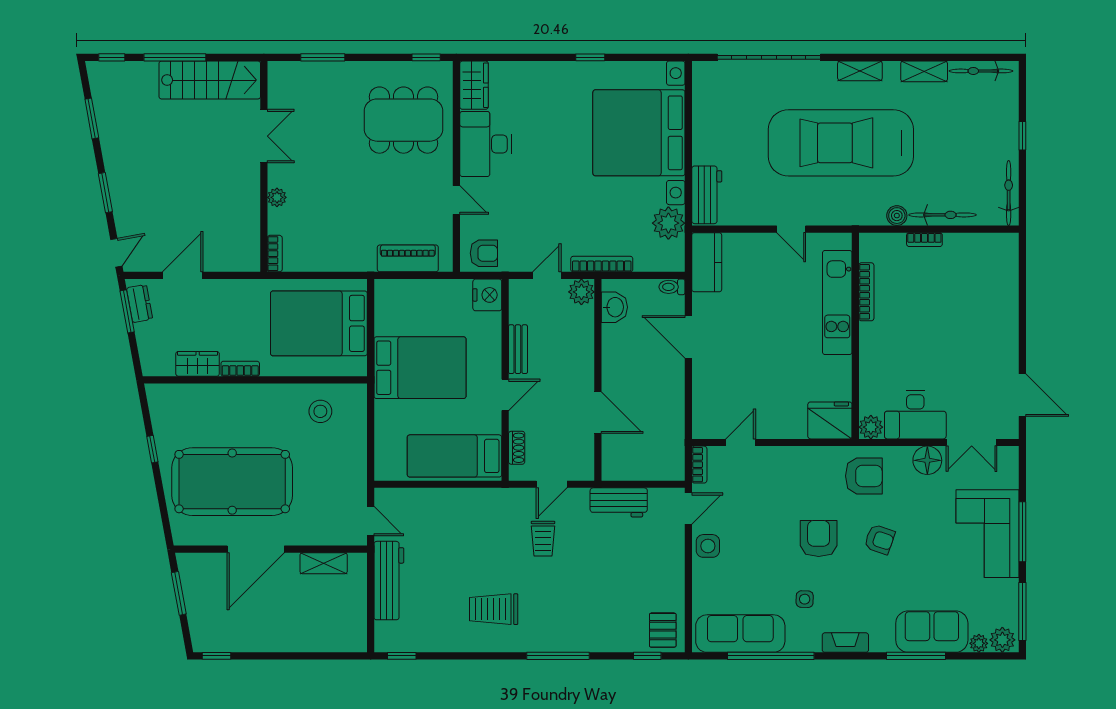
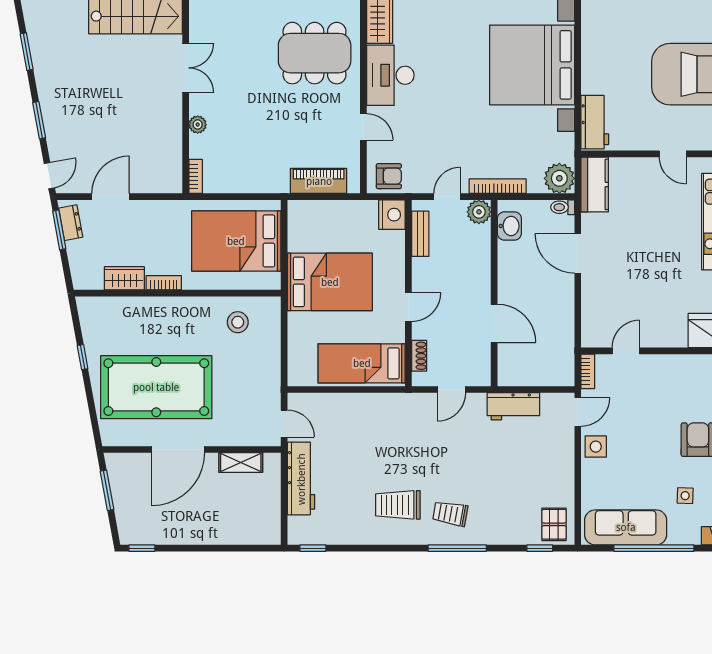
plant: (668, 223) -> (559, 178), moved
bench: (518, 349) -> (420, 234), moved
trolley: (543, 539) -> (450, 514), moved, turned 100

